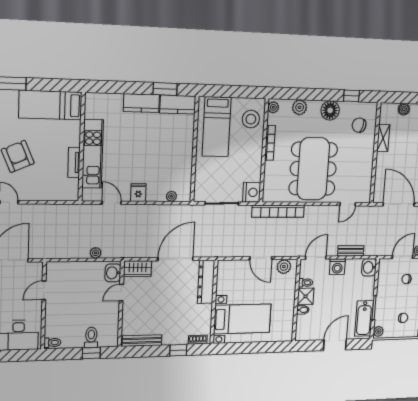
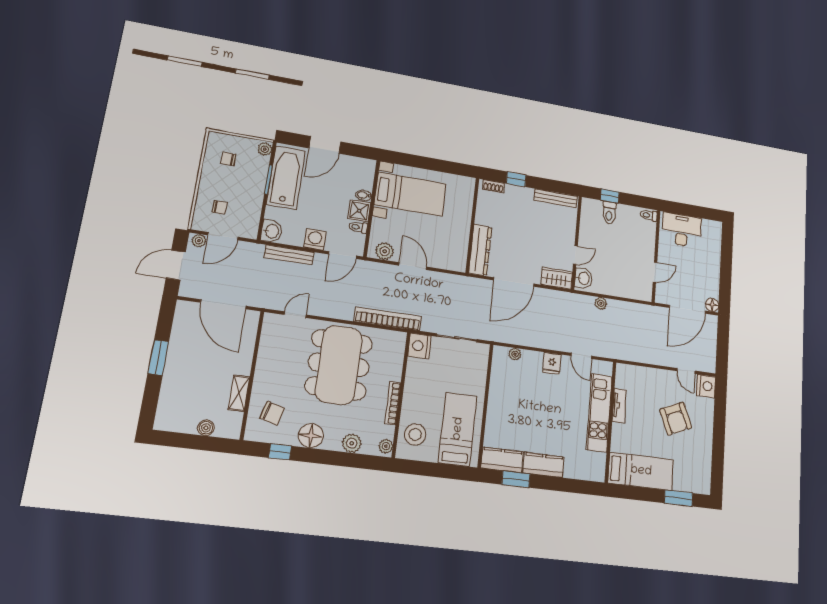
bench: (351, 251) -> (289, 255), width x1.36
bathtub: (364, 318) -> (286, 178), width x1.36, depth x1.36
bed with nightstands: (242, 319) -> (410, 194), moved, turned 180

